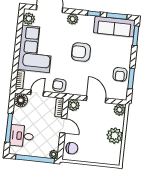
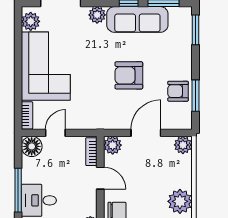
sofa: (114, 27) -> (137, 19), moved
armchair: (81, 52) -> (129, 75), moved
armchair: (120, 74) -> (178, 91), turned 90
armchair: (59, 85) -> (88, 117), removed
door: (96, 99) -> (146, 133), hinge flipped
plant: (115, 136) -> (180, 201), moved

